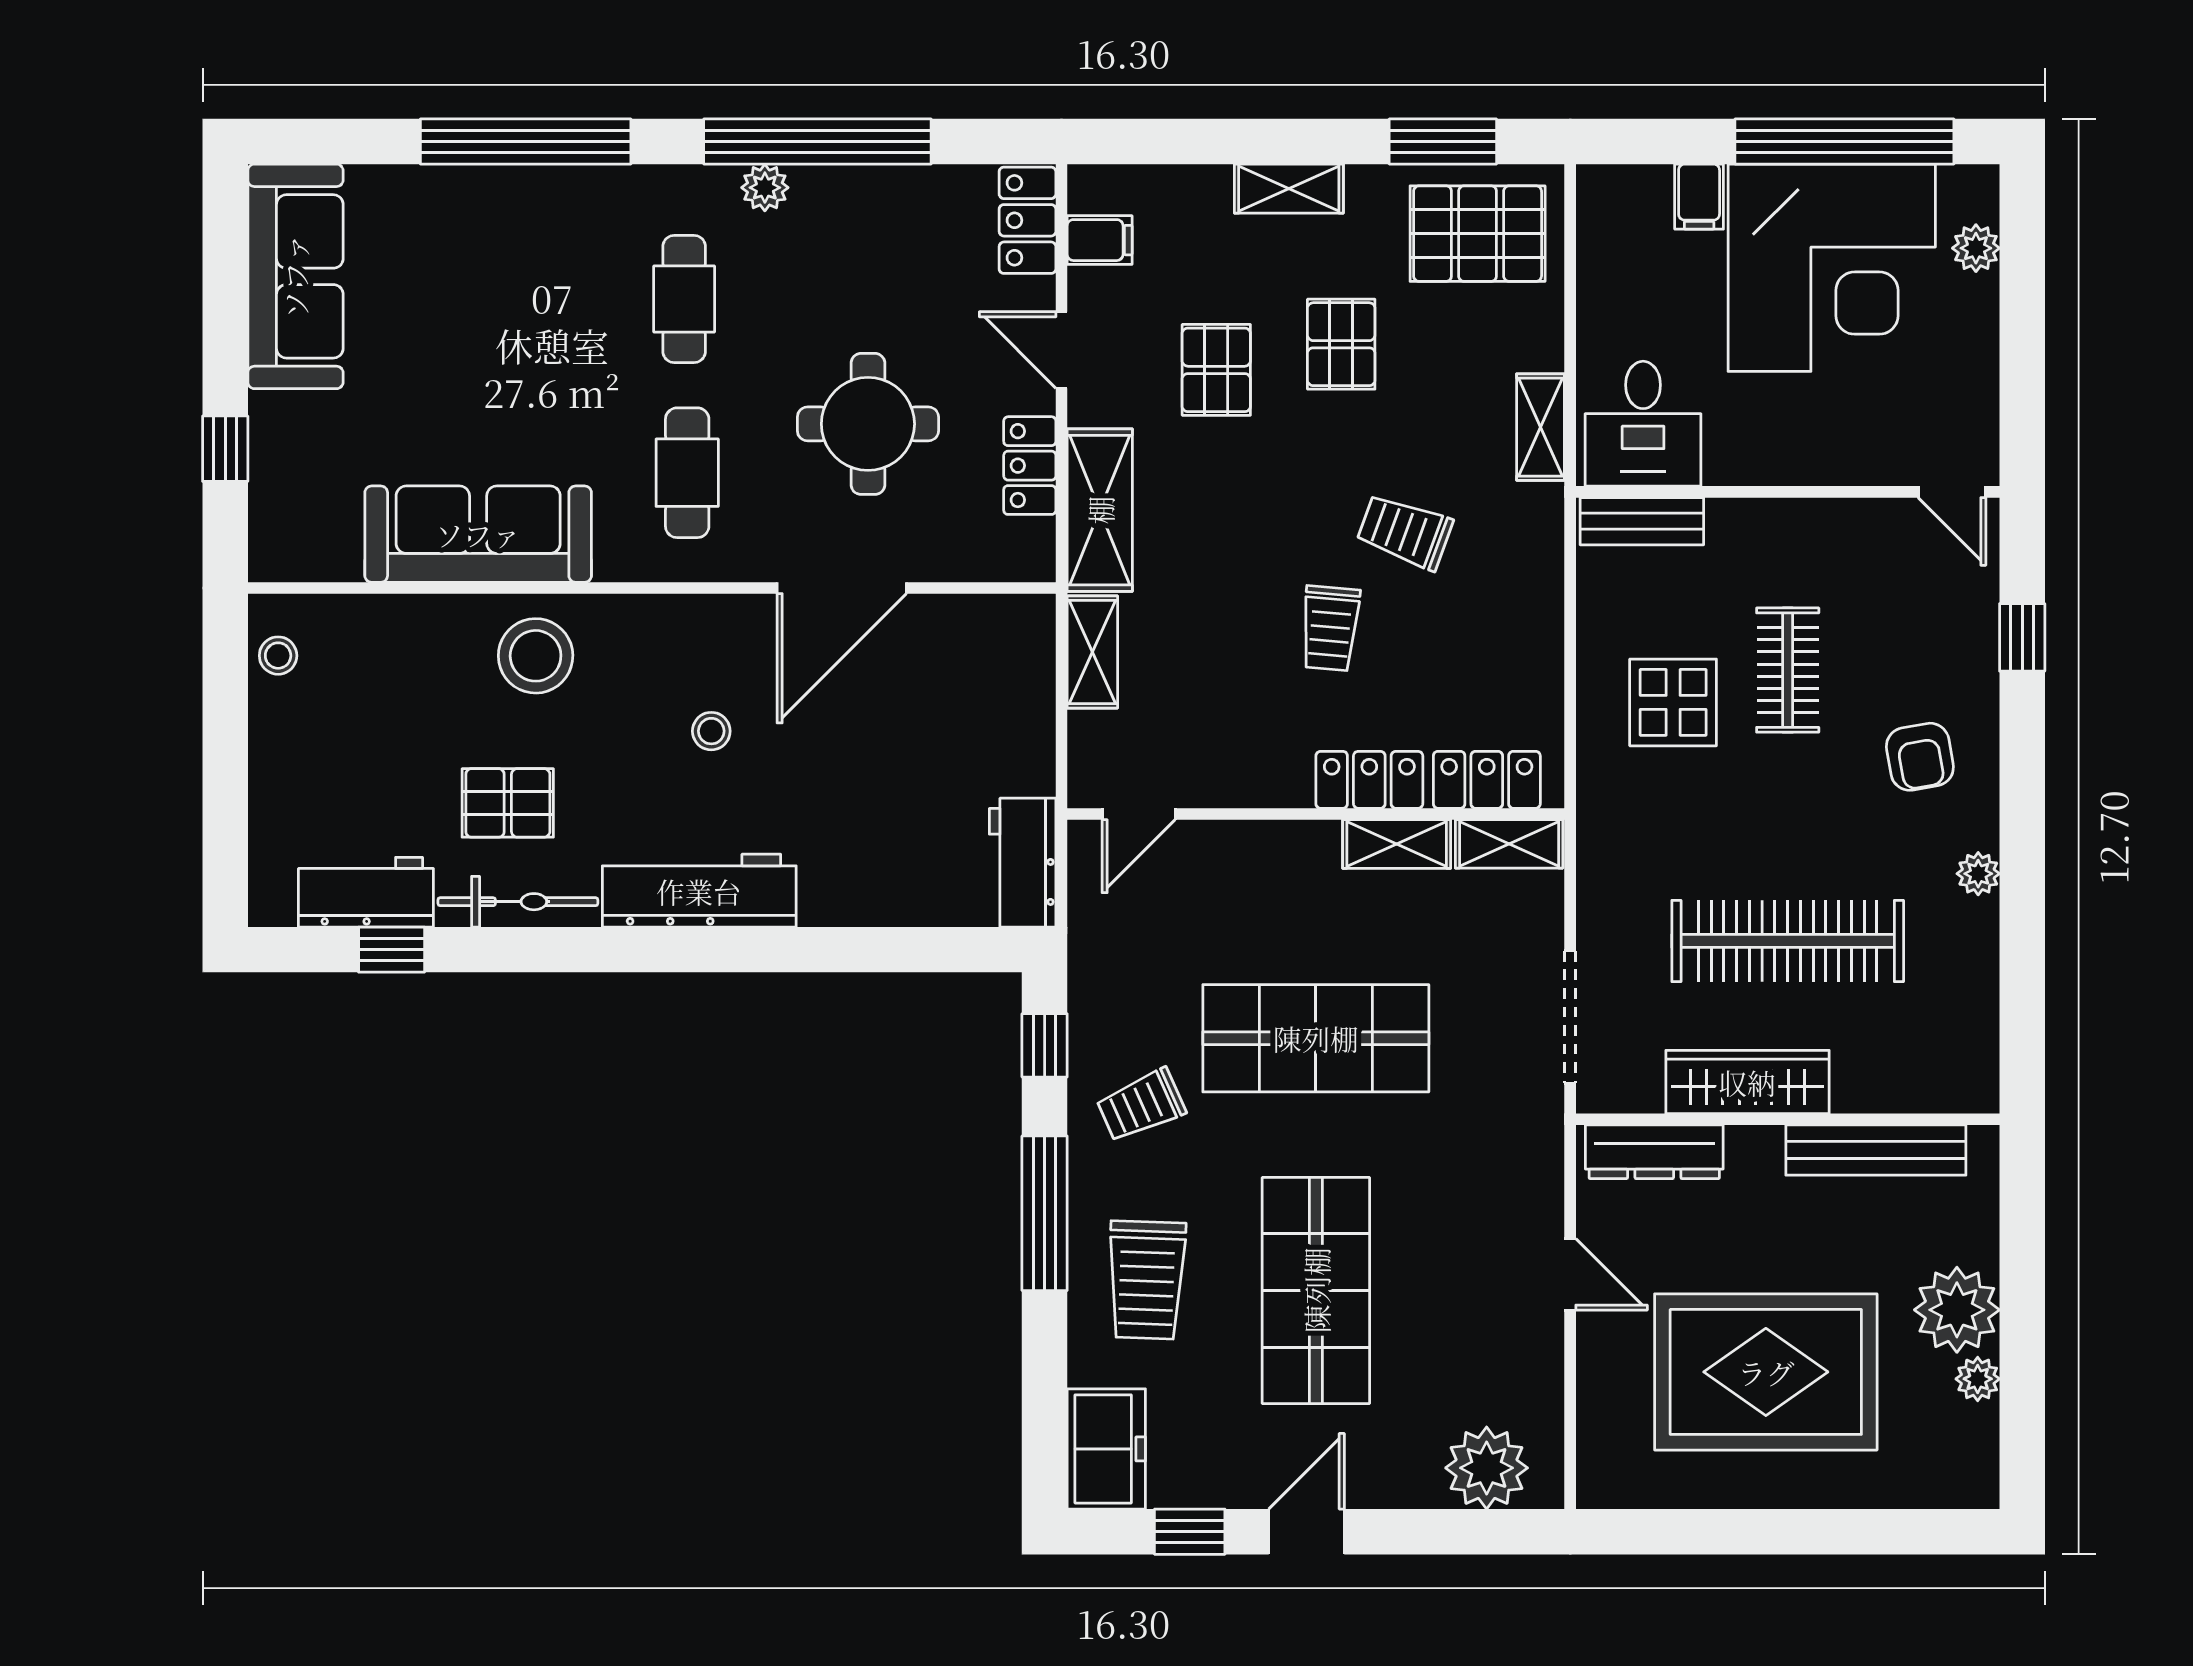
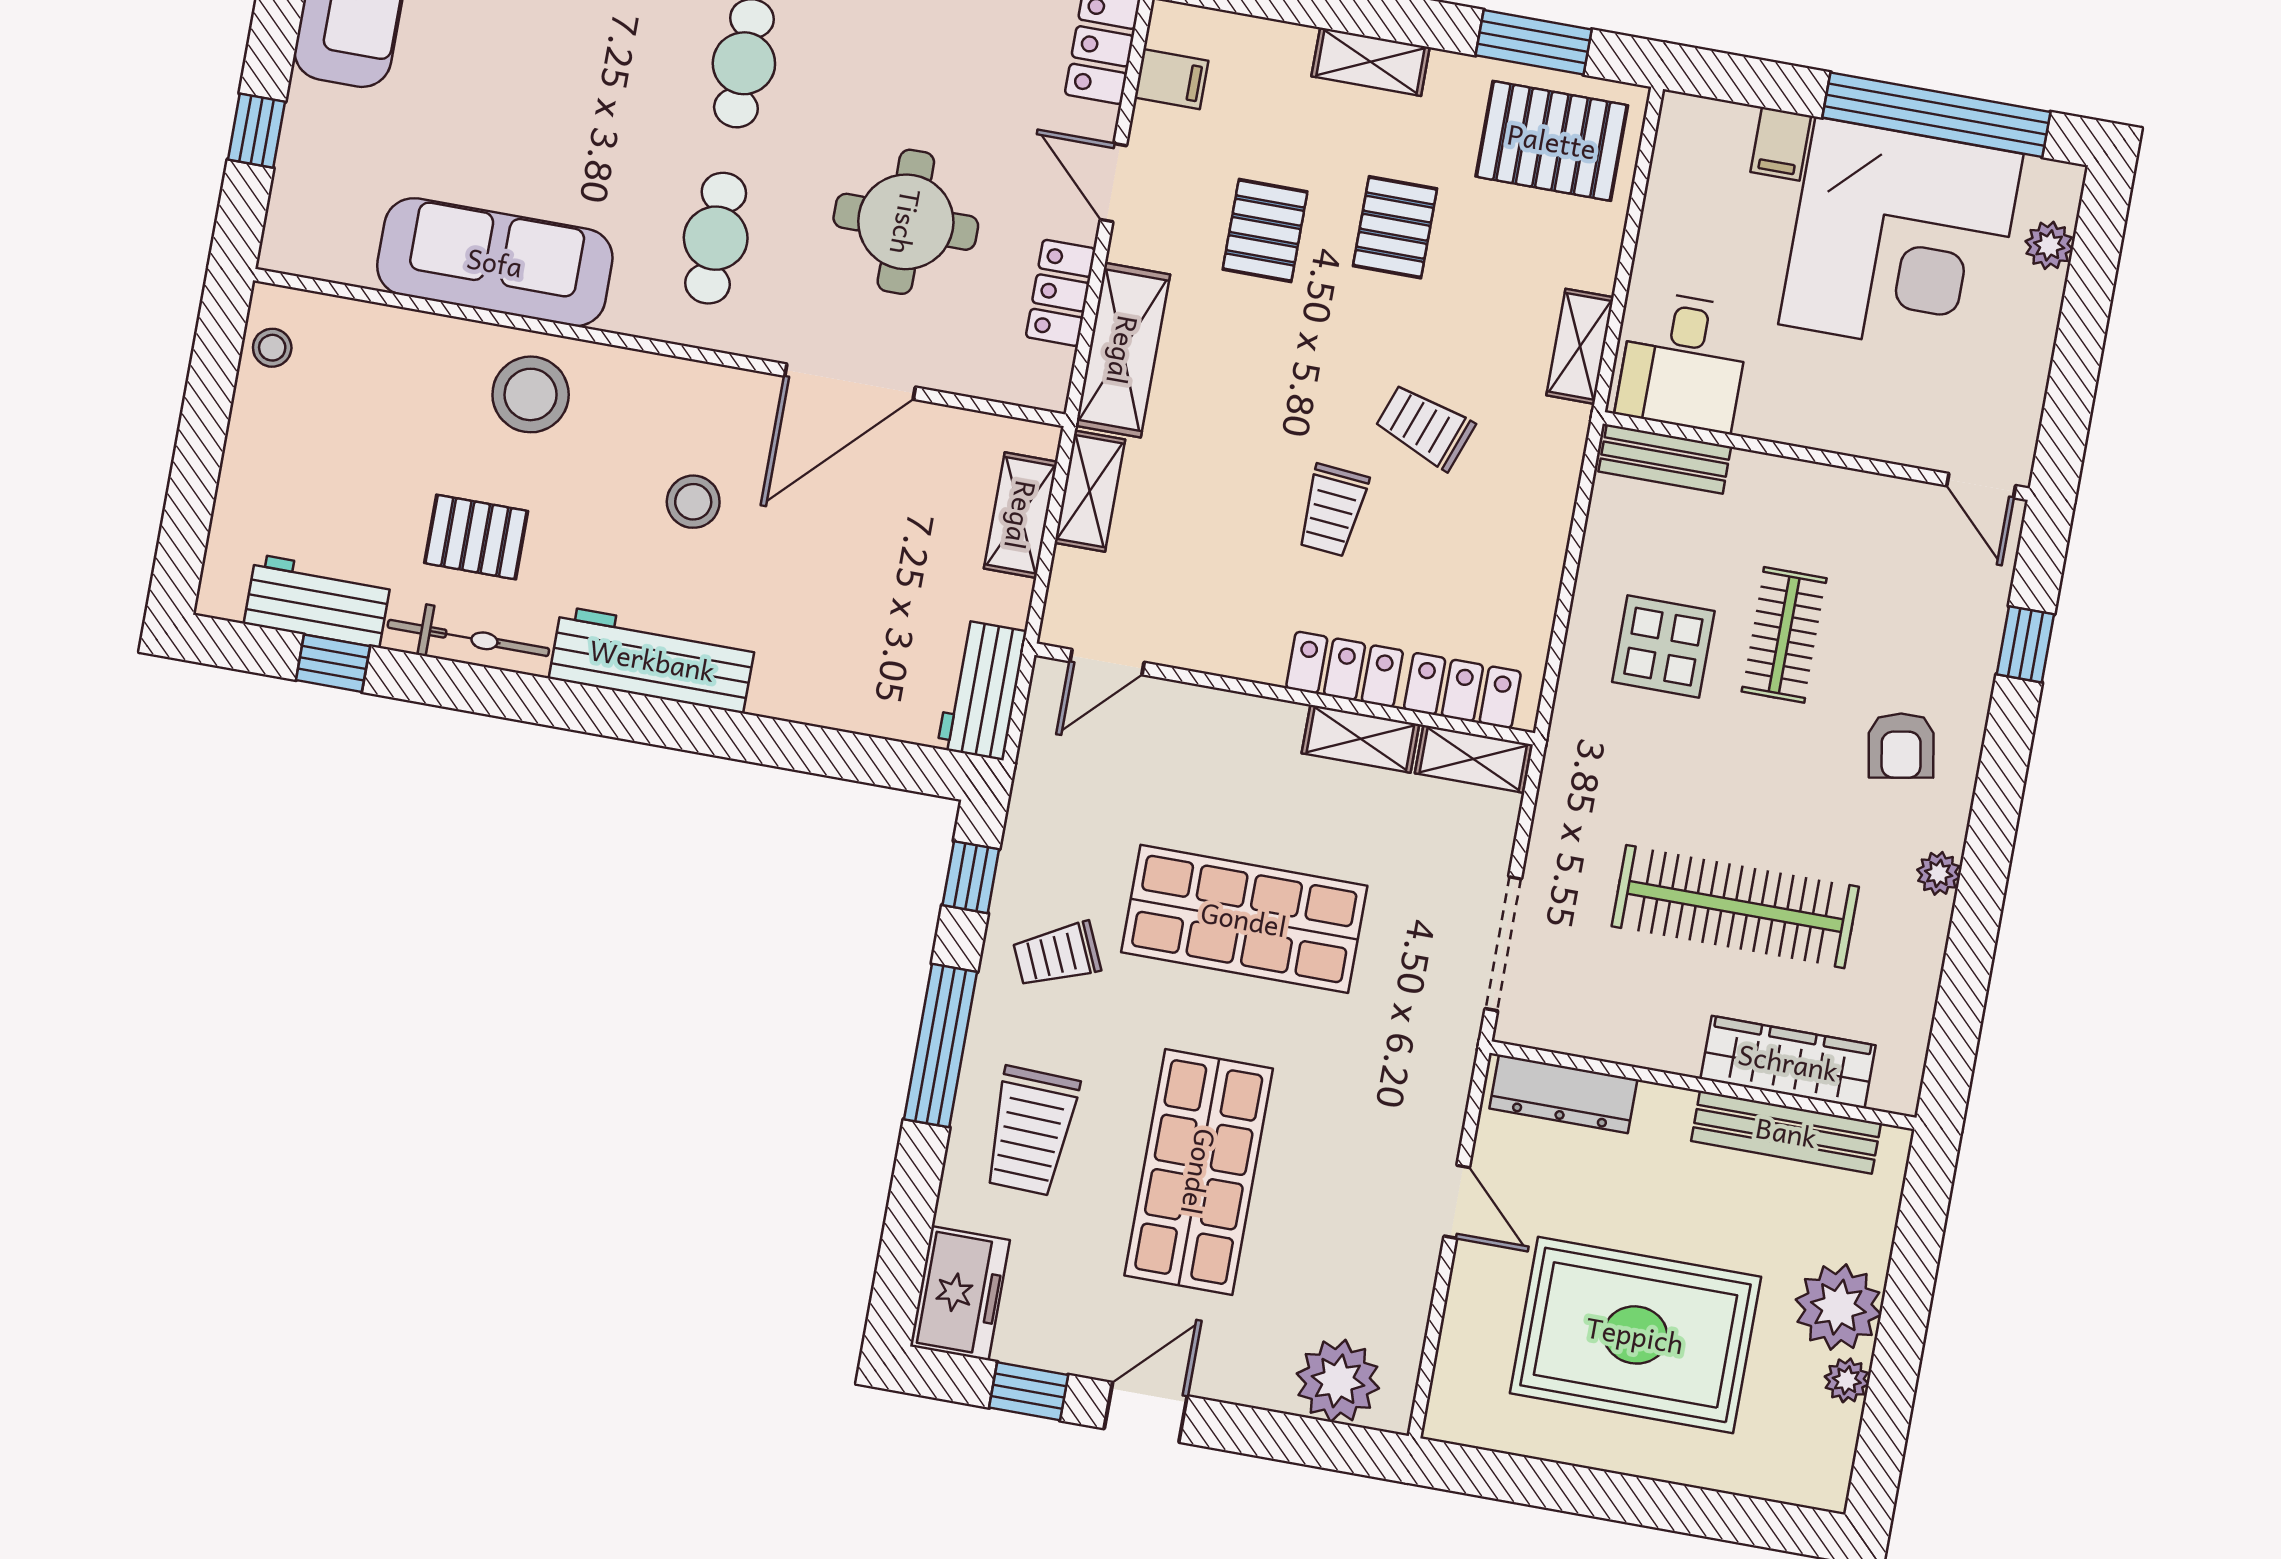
shelving: (1030, 687) -> (1021, 515), added
stool: (711, 731) -> (693, 502), width x1.37, depth x1.37
wardrobe: (1747, 1082) -> (1788, 1062), moved

